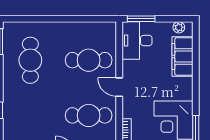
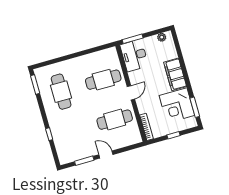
filing cabinet: (182, 56) -> (175, 74), moved
door: (119, 87) -> (131, 93), swing flipped

